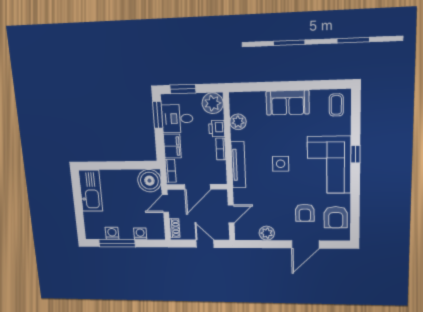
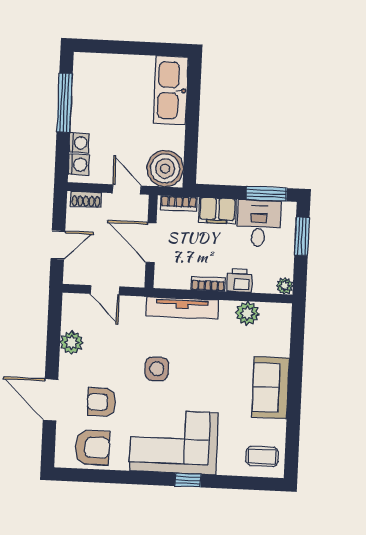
plant: (213, 103) -> (285, 286), width x0.53, depth x0.53
side table: (281, 164) -> (157, 369), moved
kitchen sink: (91, 191) -> (171, 90), moved, turned 90
armchair: (336, 217) -> (92, 447), turned 180
washing machine: (112, 233) -> (79, 165), moved

